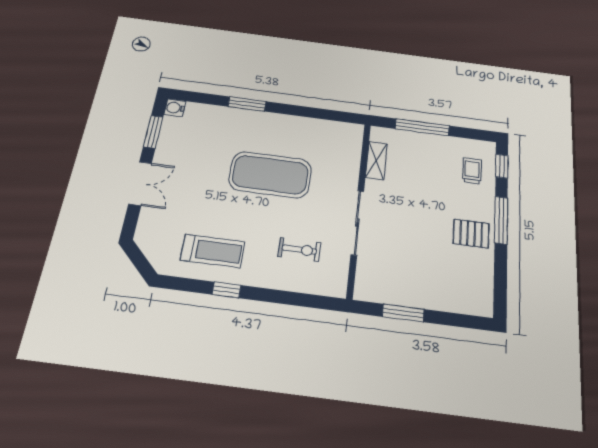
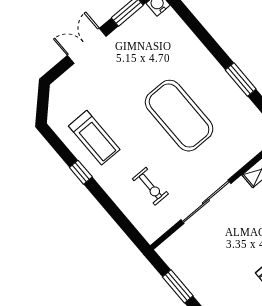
window: (247, 104) -> (241, 79), moved
double door: (140, 183) -> (87, 46), swing flipped

